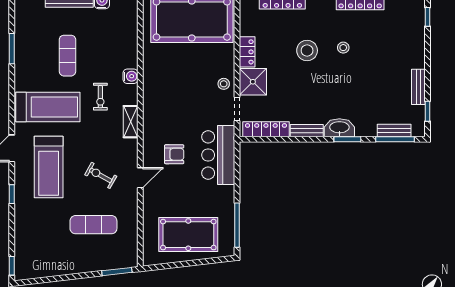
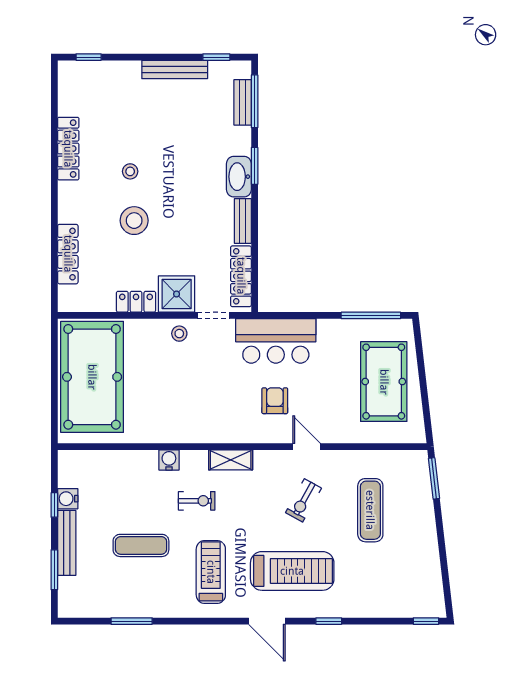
bench: (418, 87) -> (175, 70), width x1.36
treadmill: (48, 107) -> (211, 572), width x0.73, depth x0.73

